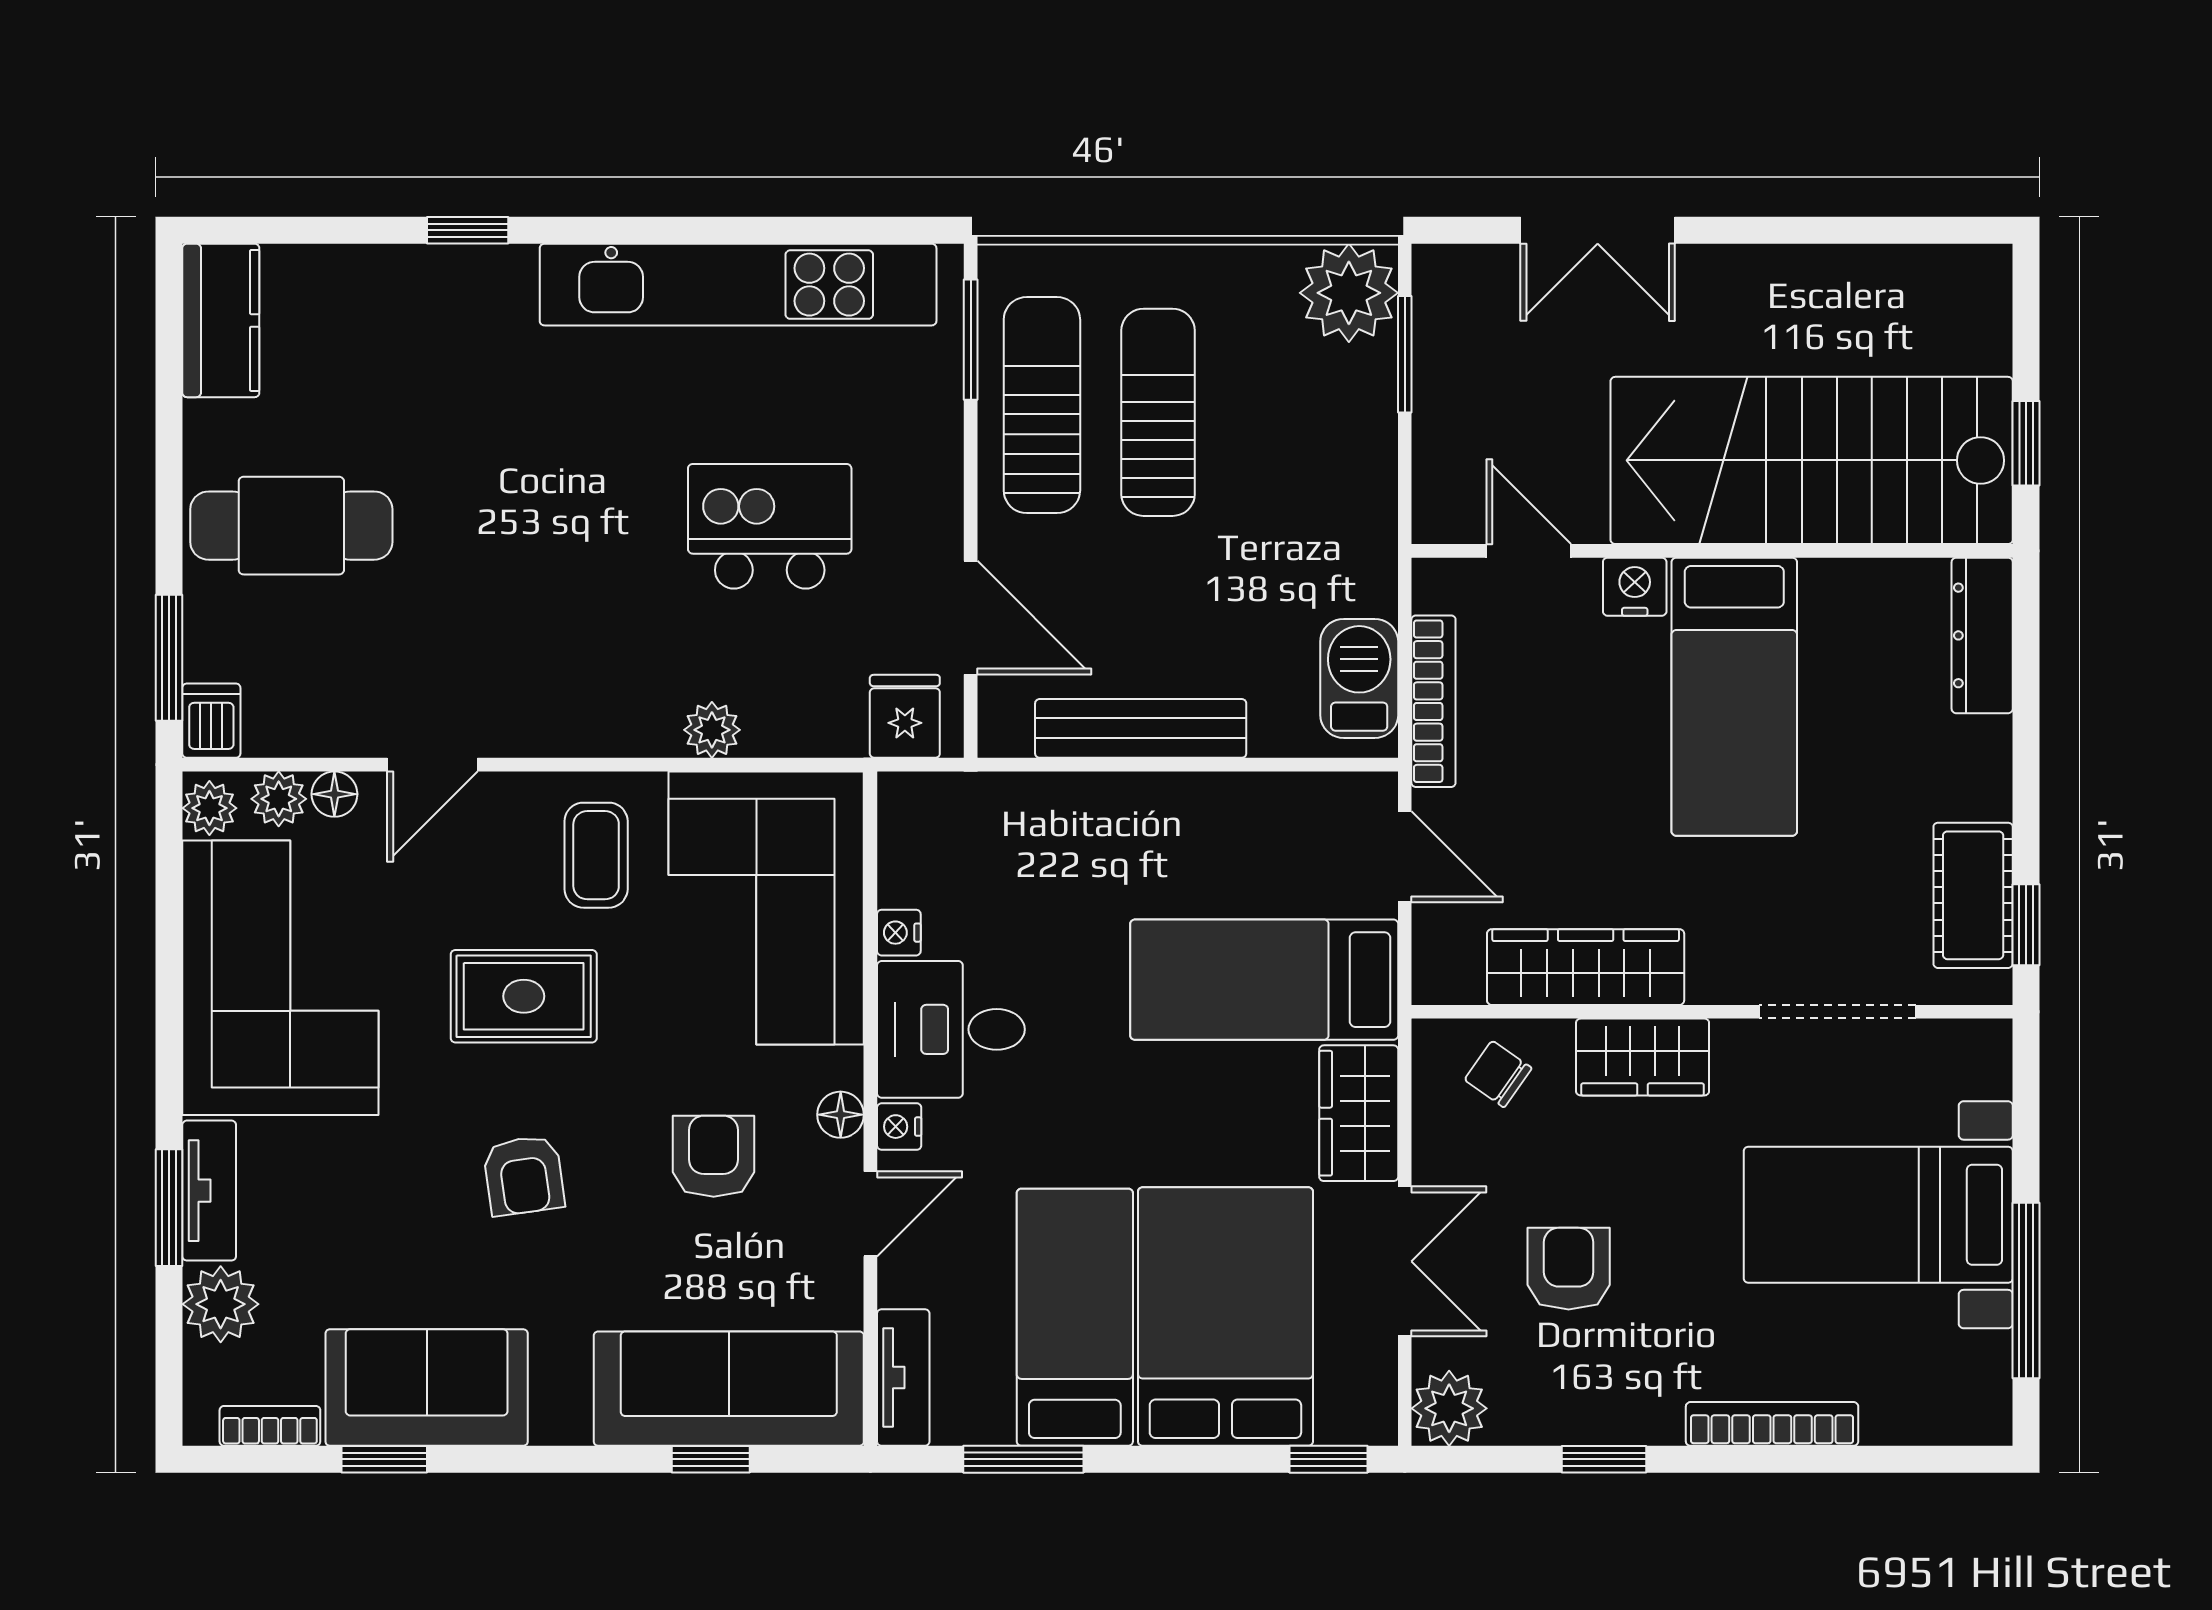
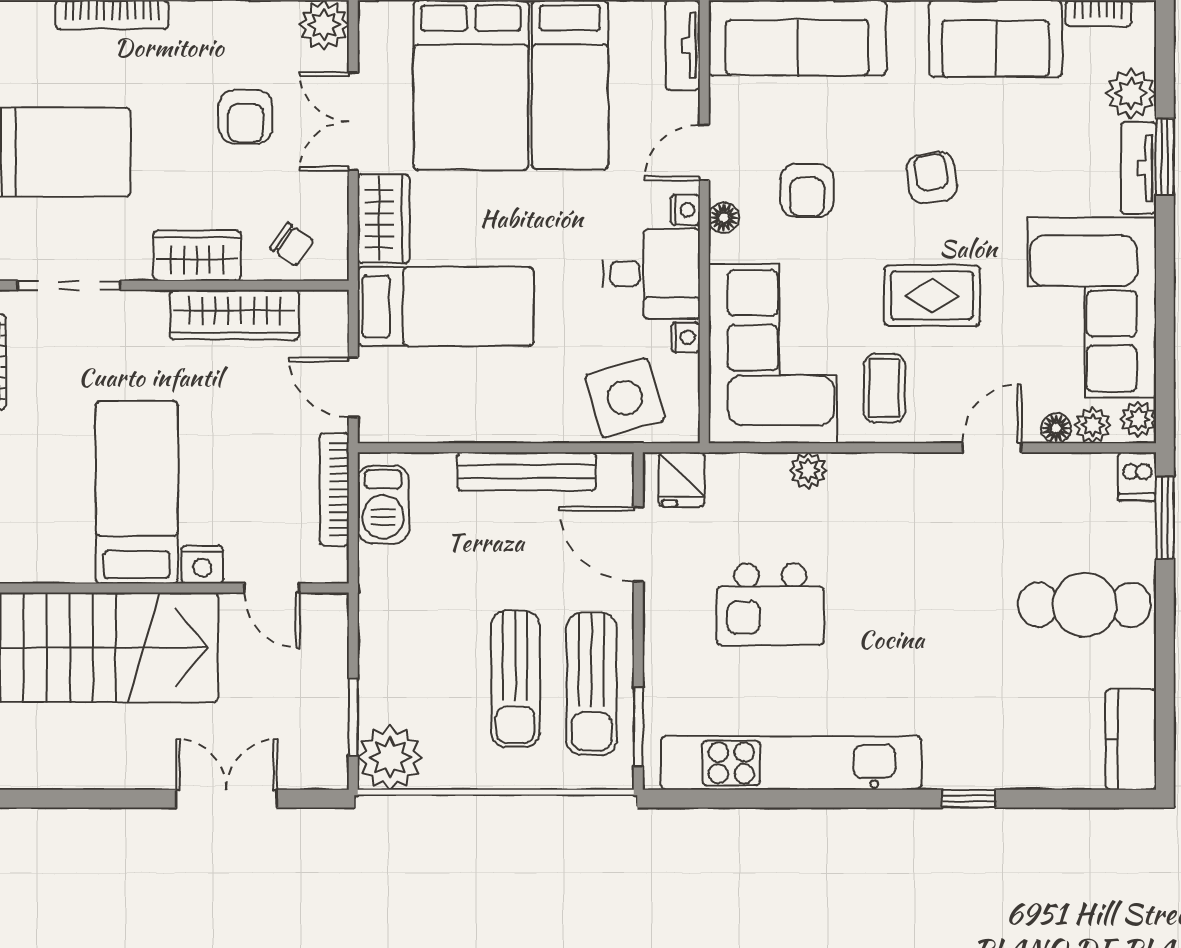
side table: (991, 841) -> (625, 398), added

